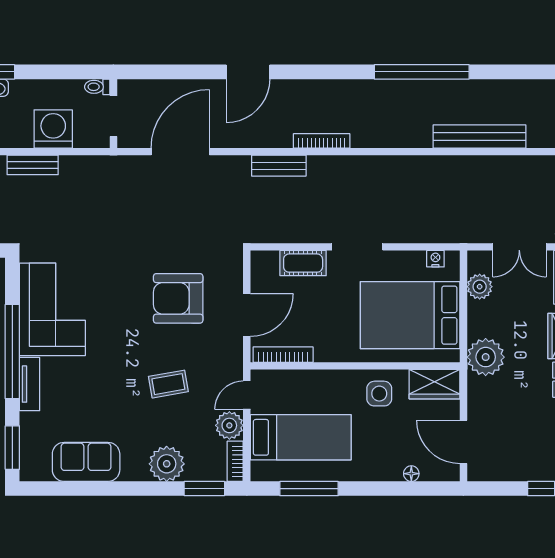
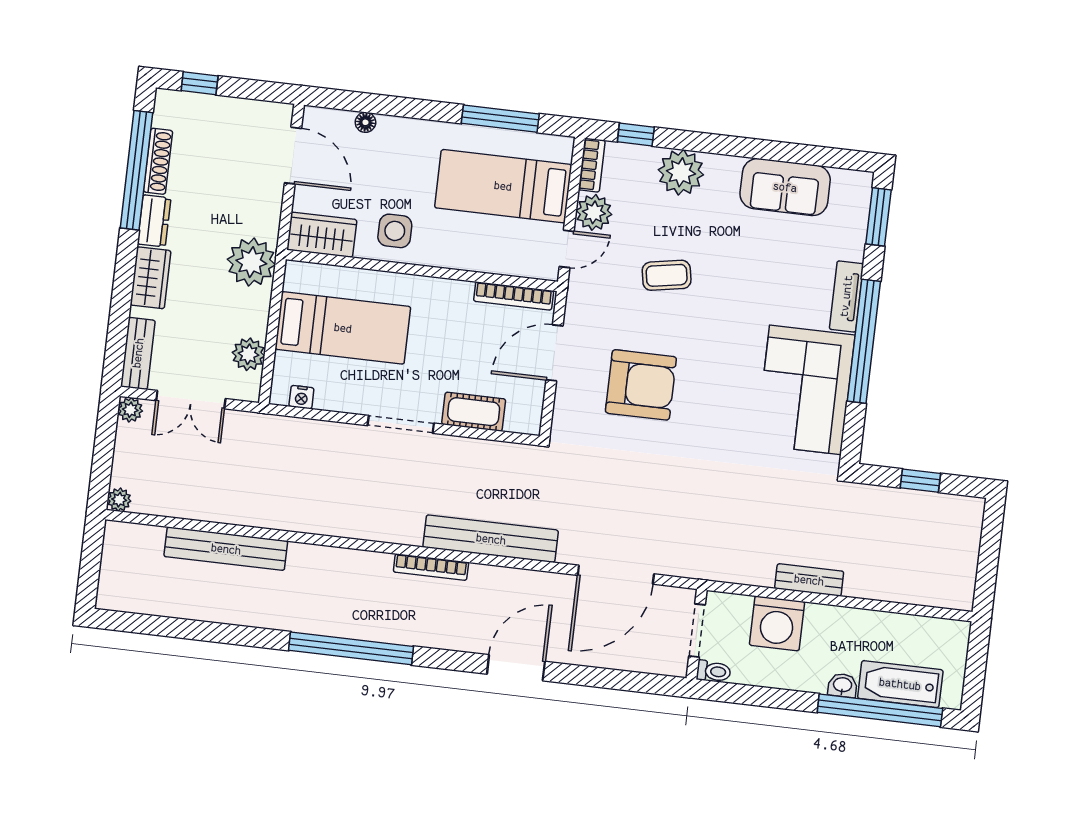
window: (422, 72) -> (351, 648), moved
bench: (279, 166) -> (491, 539), width x1.86, depth x1.21
double door: (519, 247) -> (191, 400), swing flipped
bed: (410, 315) -> (343, 328), width x0.67
window: (204, 489) -> (636, 135), width x0.67

